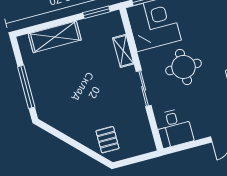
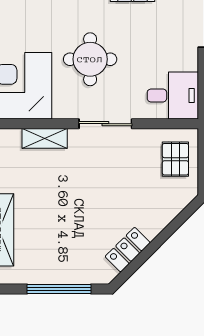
locker: (64, 125) -> (128, 250), added
pallet: (107, 140) -> (175, 159), moved, turned 90

